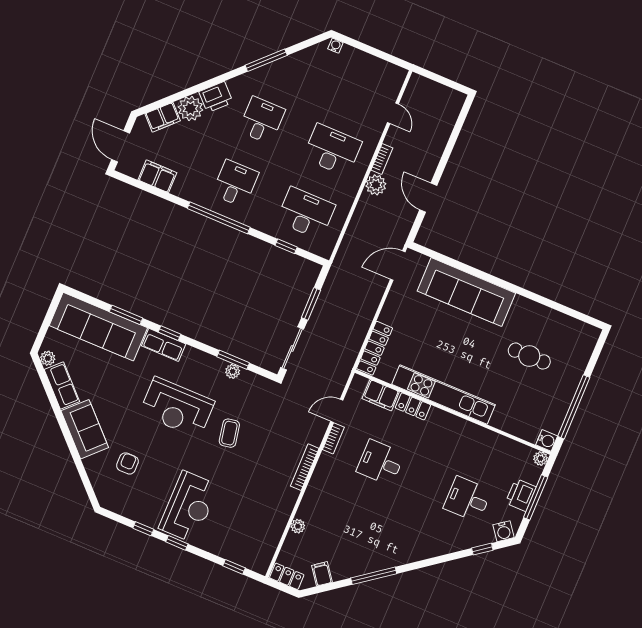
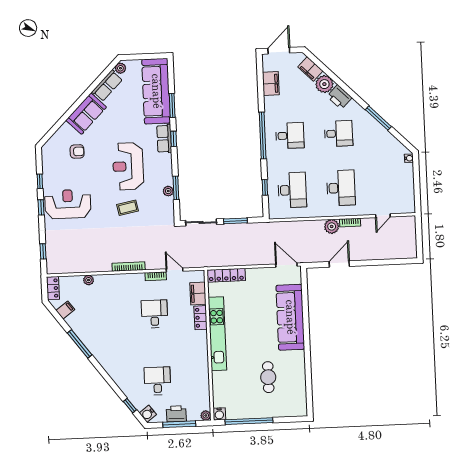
reception desk: (189, 507) -> (68, 204), turned 180

